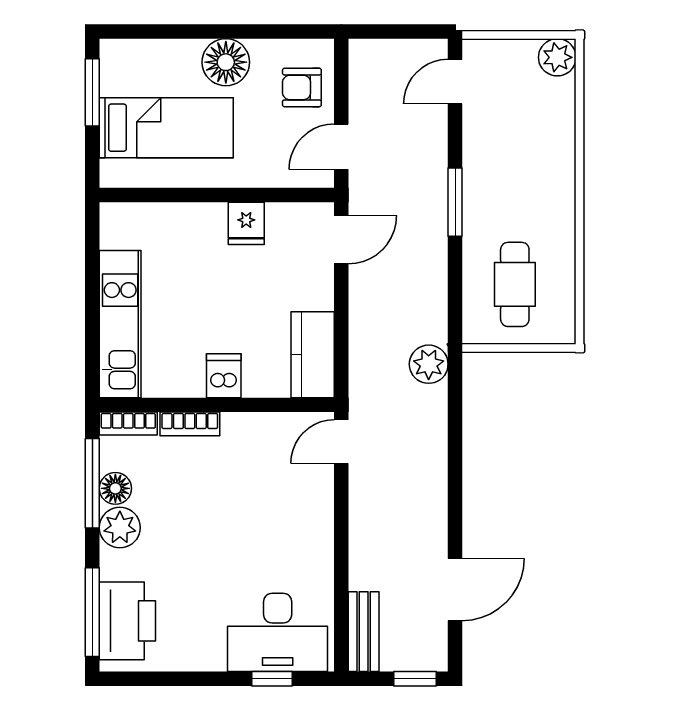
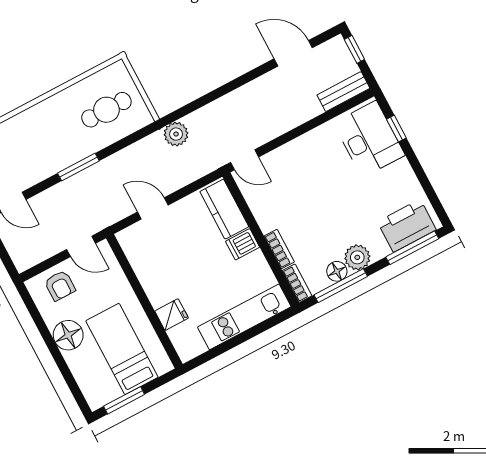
fridge: (246, 223) -> (172, 315), moved
door: (341, 240) -> (153, 208), moved
kitchen counter: (313, 355) -> (224, 209), moved, turned 90

